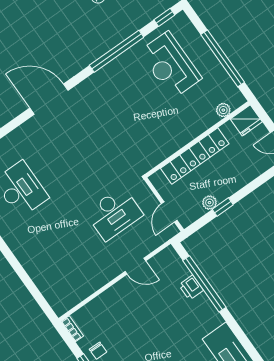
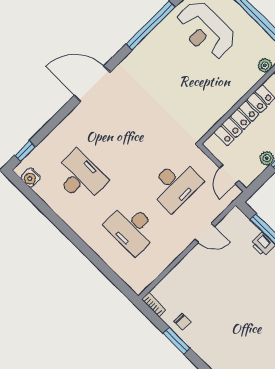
desk: (64, 249) -> (132, 228), added

